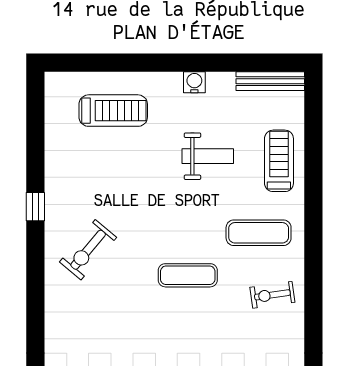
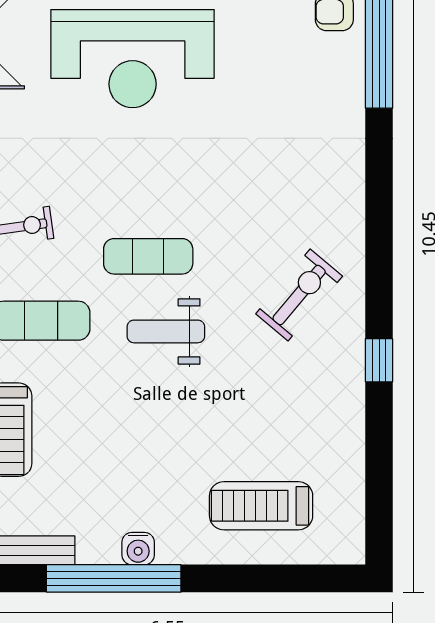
window: (211, 63) -> (114, 578), added
weight bench: (208, 156) -> (166, 331), moved

